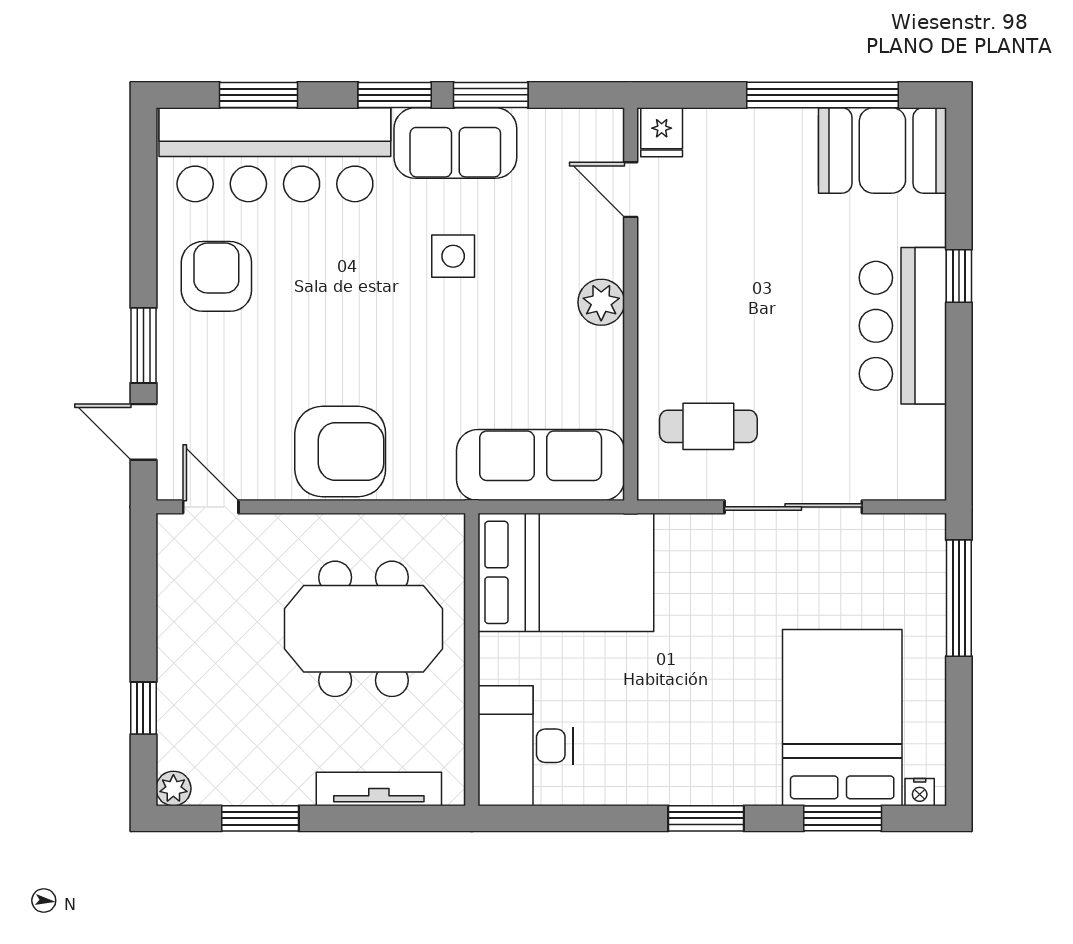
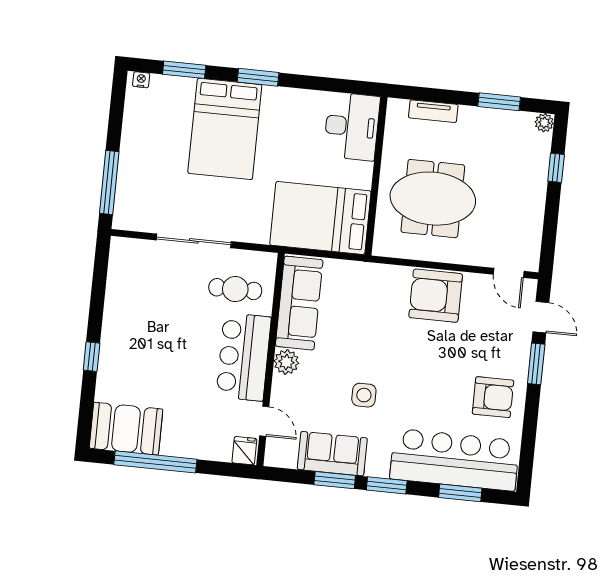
sofa: (455, 143) -> (332, 454), moved
armchair: (216, 276) -> (493, 397), turned -90
bar counter: (903, 326) -> (244, 357), moved, turned 180
sofa: (541, 465) -> (299, 303), moved, turned -90
bed: (842, 718) -> (225, 129), moved
tv unit: (379, 789) -> (433, 111), width x0.71

